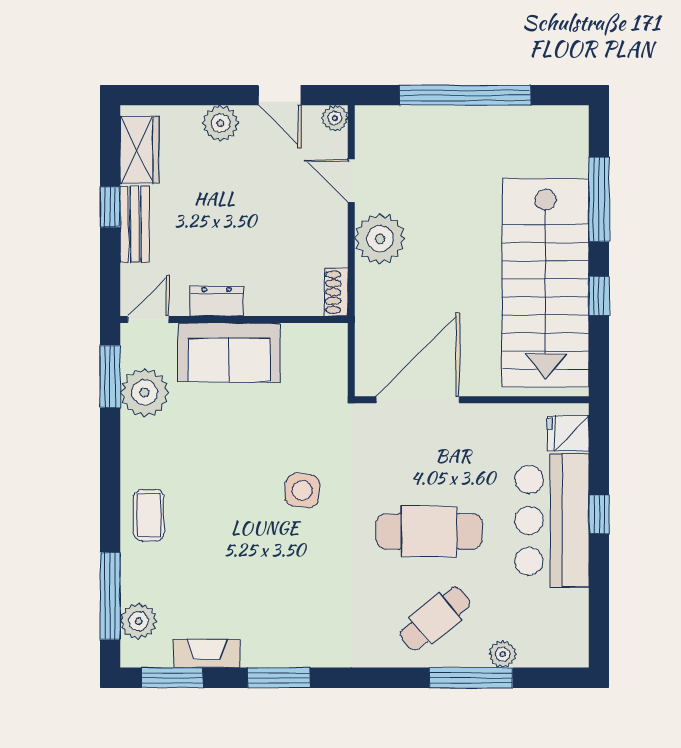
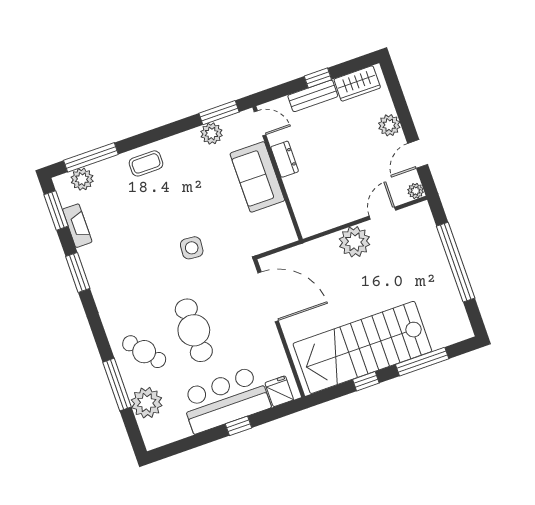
shoe rack: (336, 292) -> (314, 227), removed
plant: (145, 393) -> (212, 133), width x0.73, depth x0.73
plant: (503, 654) -> (147, 403), width x1.88, depth x1.88

